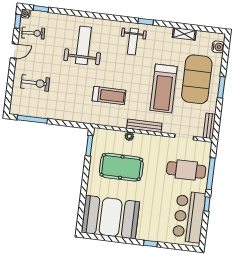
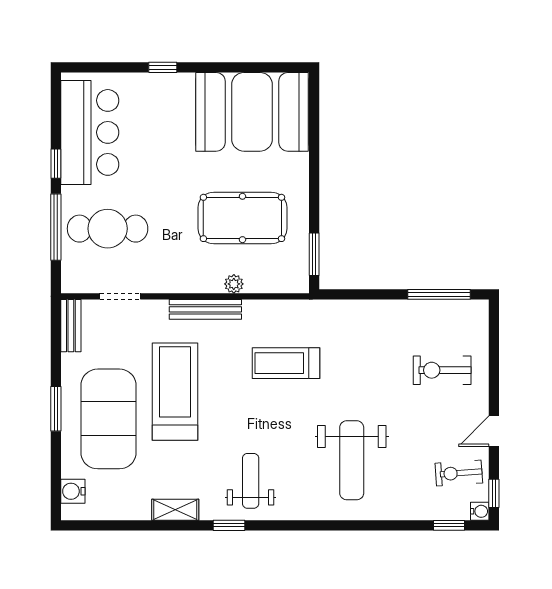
shelving: (184, 34) -> (175, 510), moved

